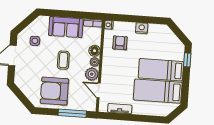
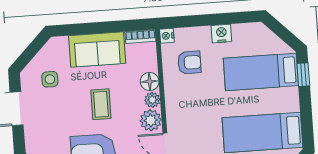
armchair: (120, 43) -> (189, 63), turned 90
bed: (161, 70) -> (261, 72), moved

